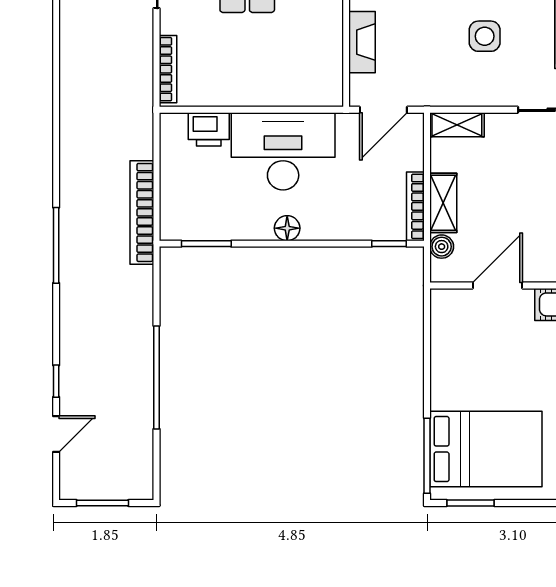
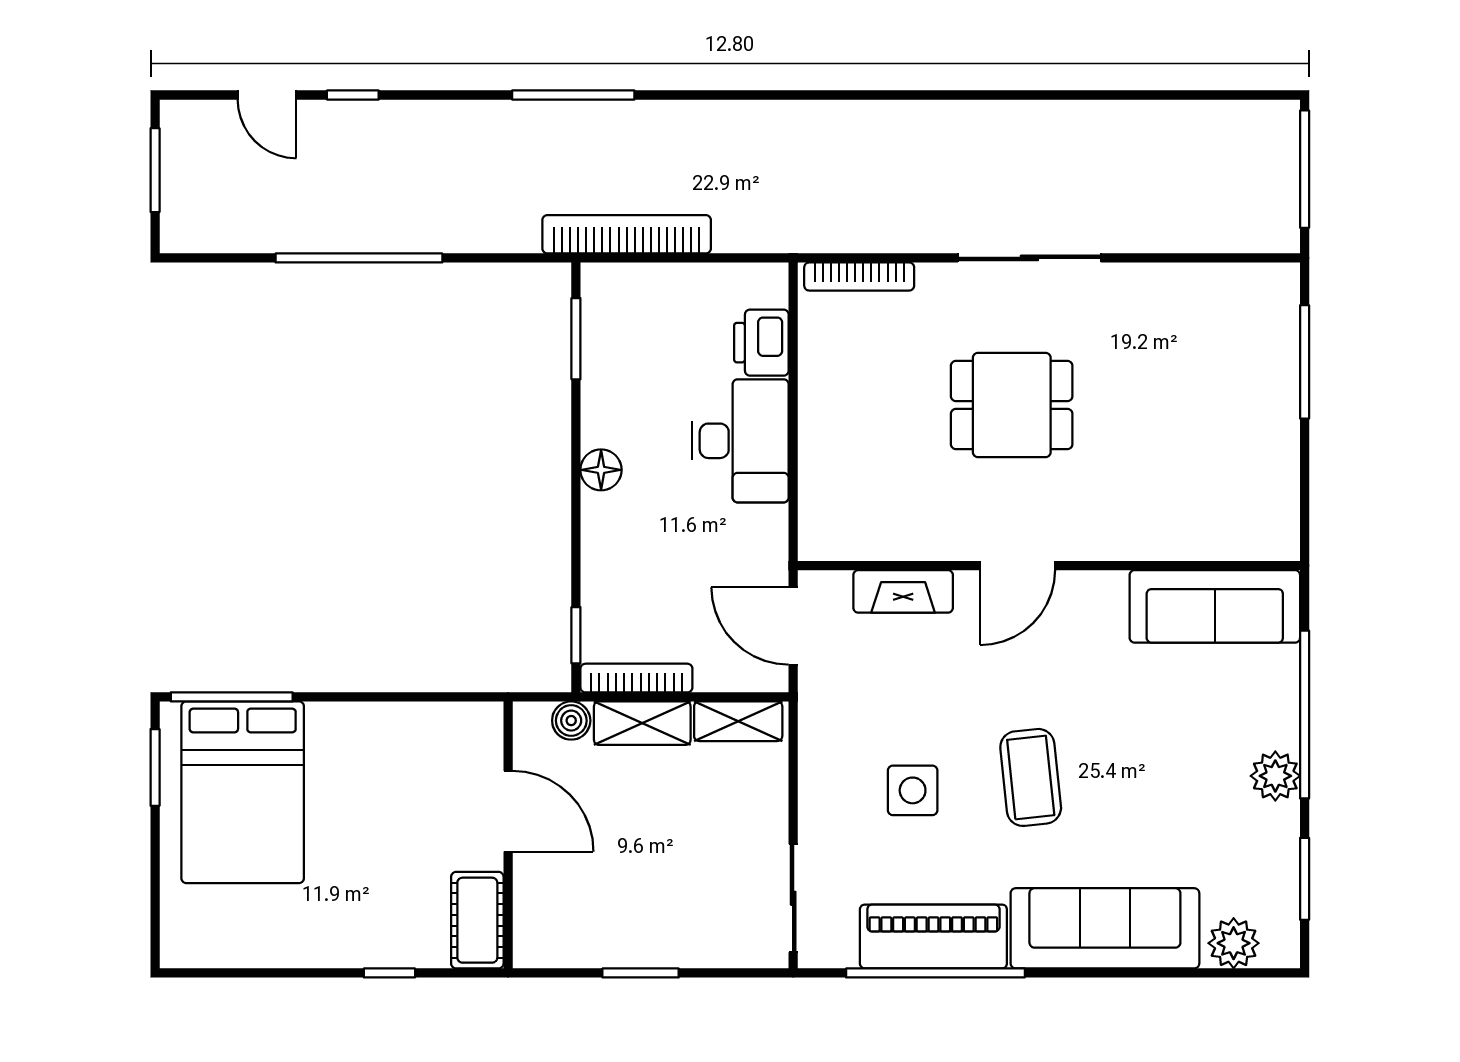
shelving: (457, 125) -> (738, 721), moved, turned 90
desk: (283, 151) -> (740, 441), width x0.73, depth x0.77

